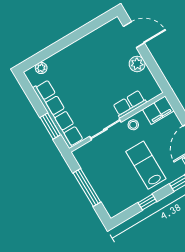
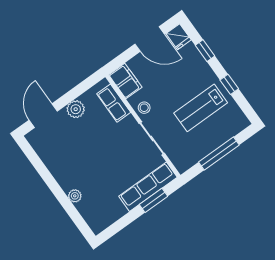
plant: (41, 68) -> (75, 196), moved
row of seats: (130, 104) -> (114, 103), moved
row of seats: (58, 114) -> (148, 187), width x0.73
lab bench: (146, 165) -> (201, 108), moved

